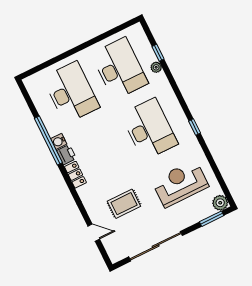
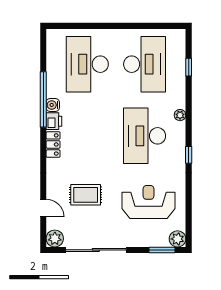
plant: (156, 67) -> (180, 115), moved
desk: (71, 92) -> (87, 64), turned 180
desk: (149, 129) -> (145, 136), turned 180
plant: (116, 254) -> (55, 239), added

